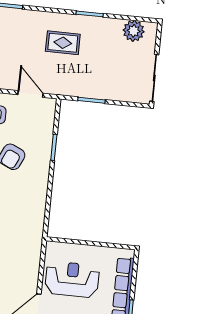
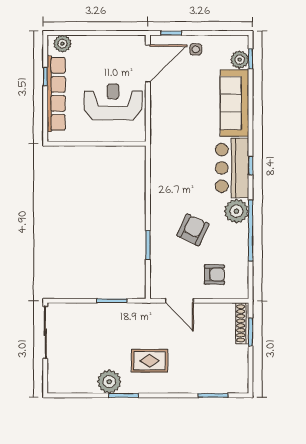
plant: (134, 31) -> (109, 382), moved
reception desk: (72, 279) -> (113, 102), turned 180

